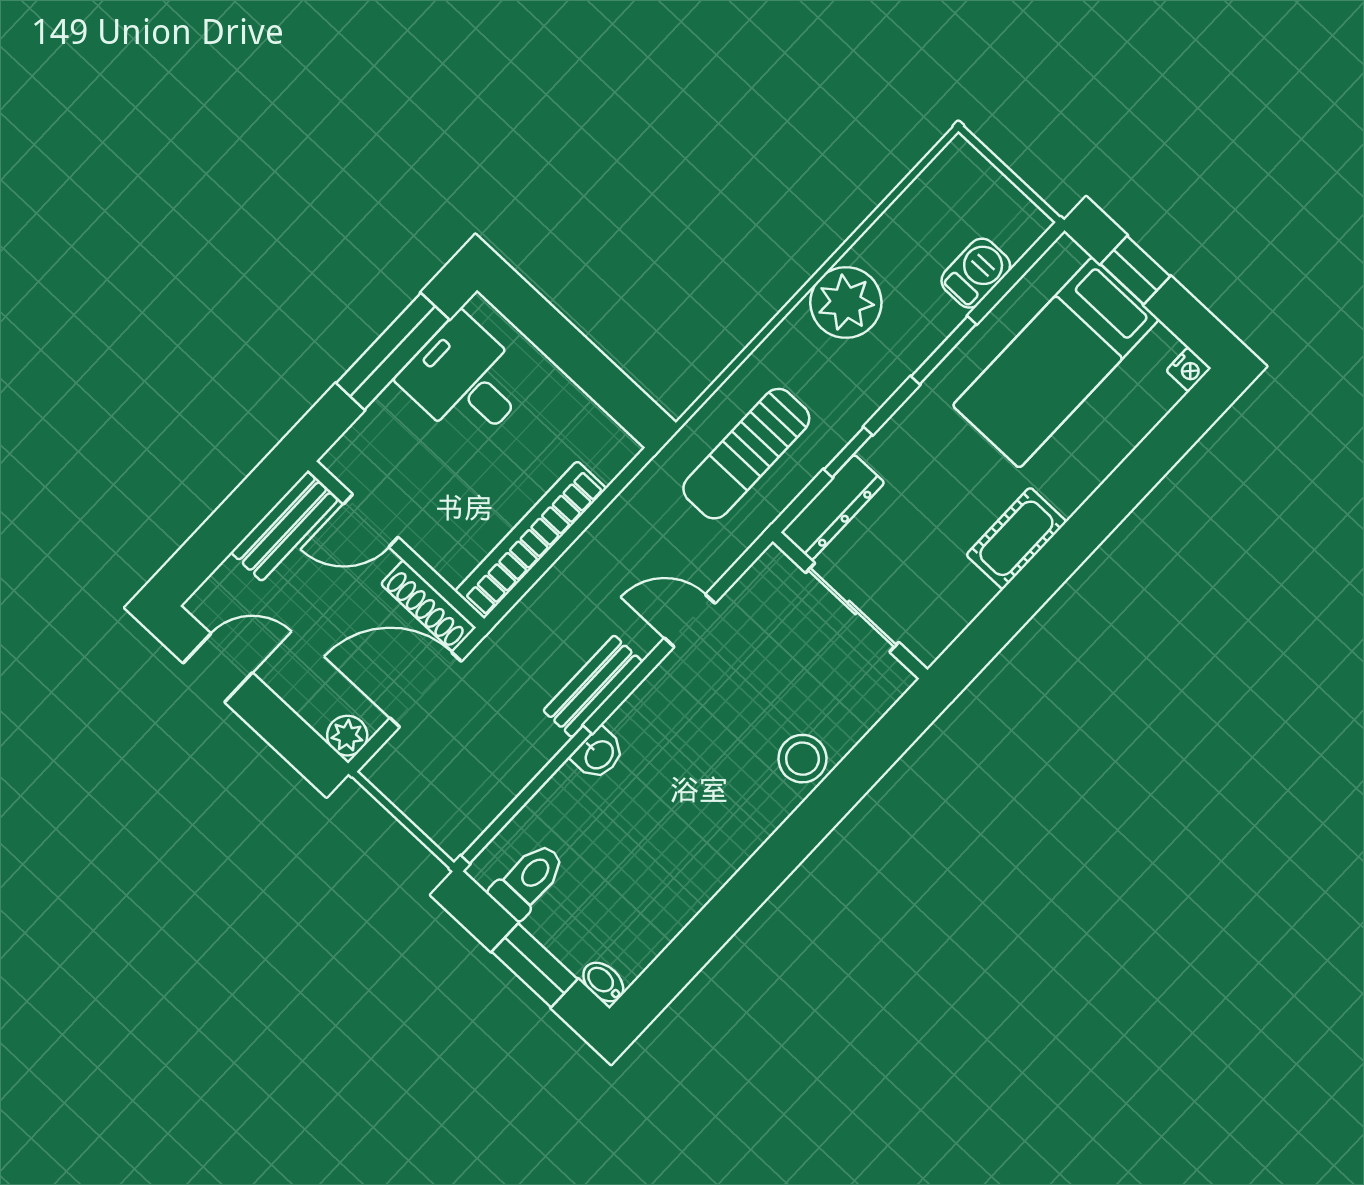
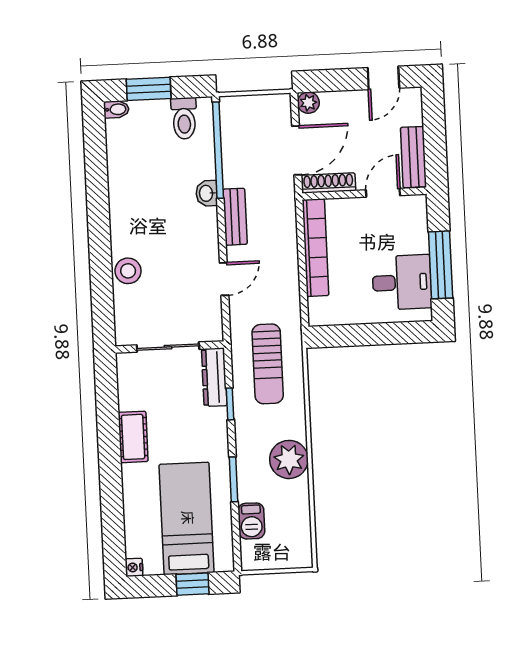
sun lounger: (746, 454) -> (268, 364), turned 180

